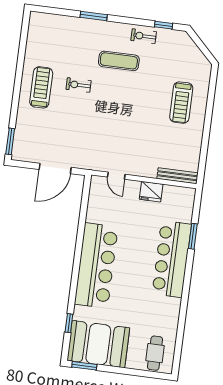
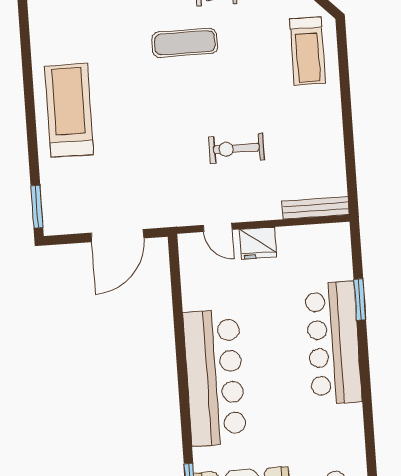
exercise bike: (79, 85) -> (236, 148), moved, width x1.38, depth x1.39
treadmill: (41, 87) -> (69, 110), width x1.37, depth x1.38
treadmill: (181, 103) -> (308, 51), moved
fridge: (151, 192) -> (258, 243), moved

